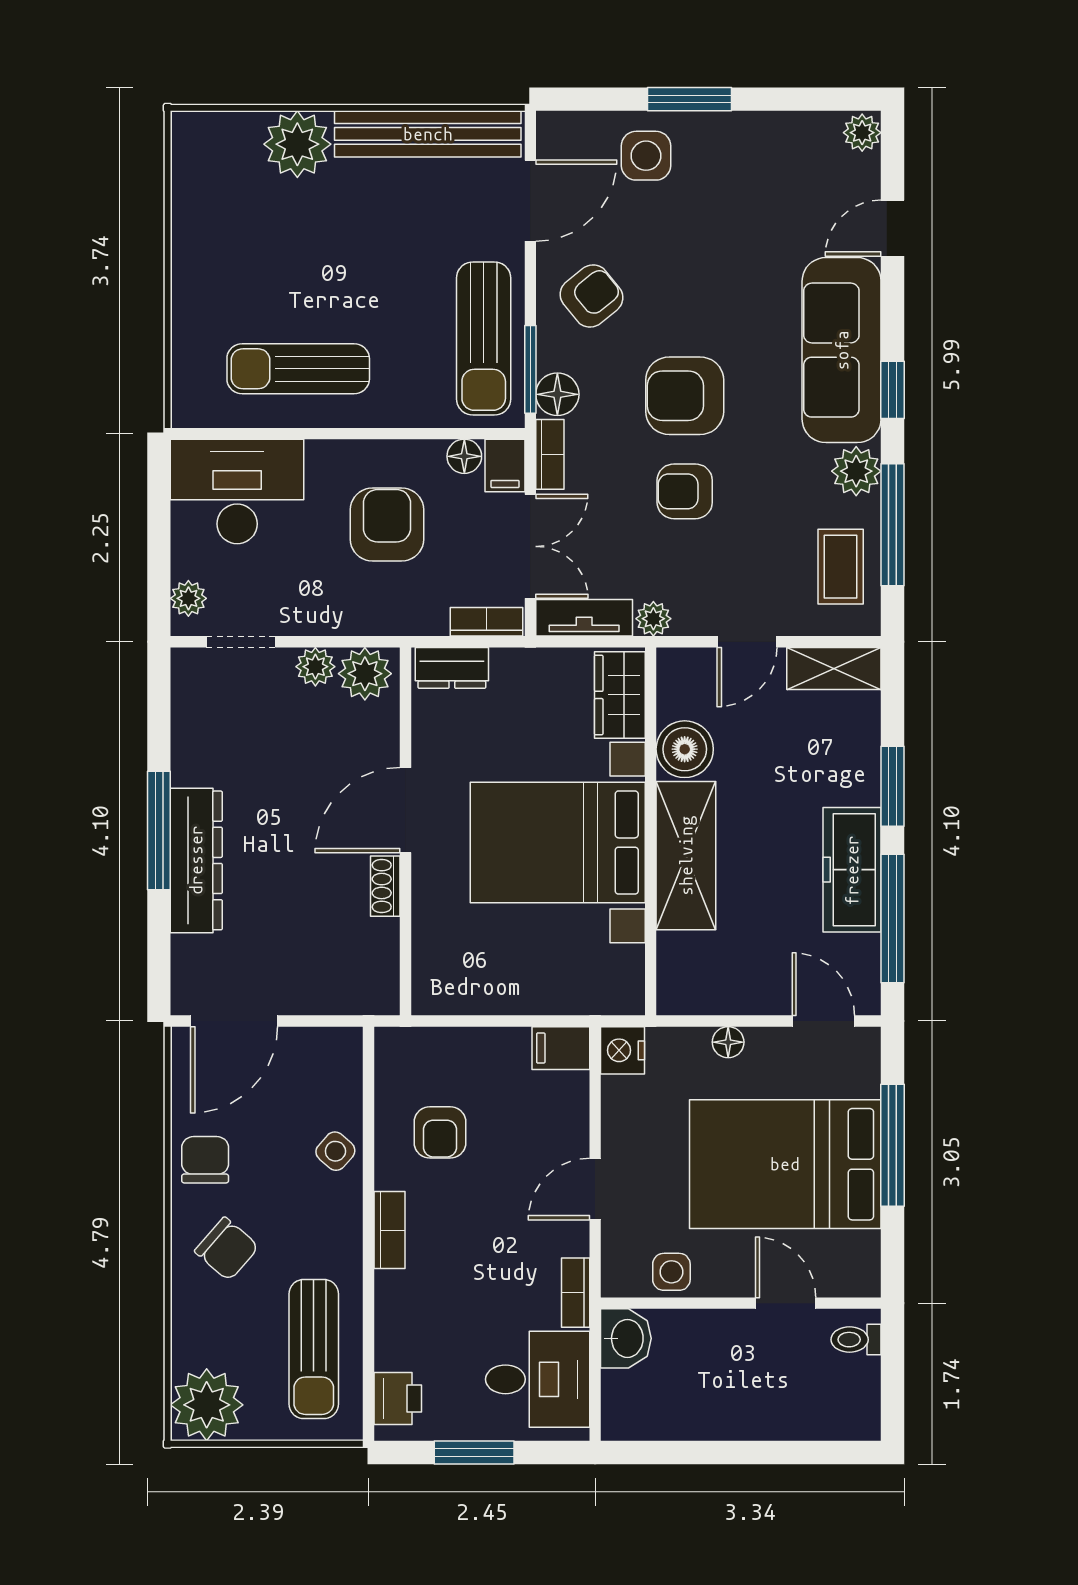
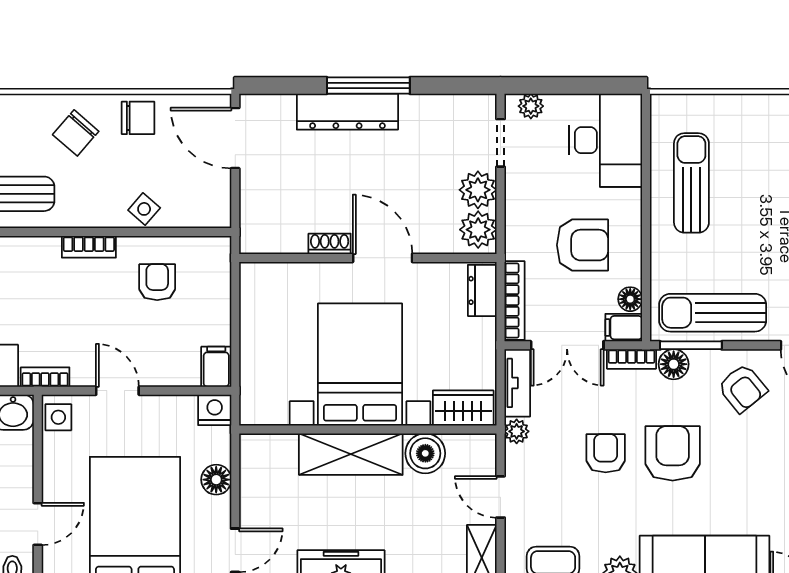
bookcase: (487, 622) -> (514, 300), width x1.56
plant: (315, 667) -> (478, 190), width x1.38, depth x1.38
floor lamp: (728, 1042) -> (216, 480), width x1.37, depth x1.37
armchair: (440, 1132) -> (157, 282), turned 90
side table: (671, 1272) -> (58, 417), moved

